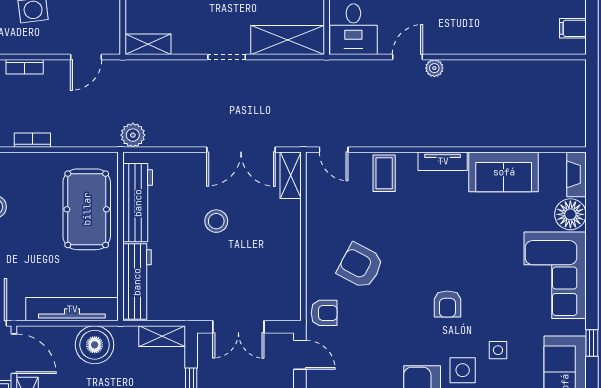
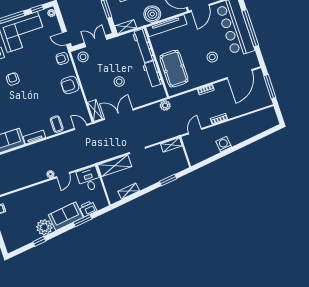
workbench: (138, 203) -> (153, 74), width x0.73
armchair: (360, 266) -> (70, 85), moved, turned 152
stool: (277, 301) -> (83, 57), added

